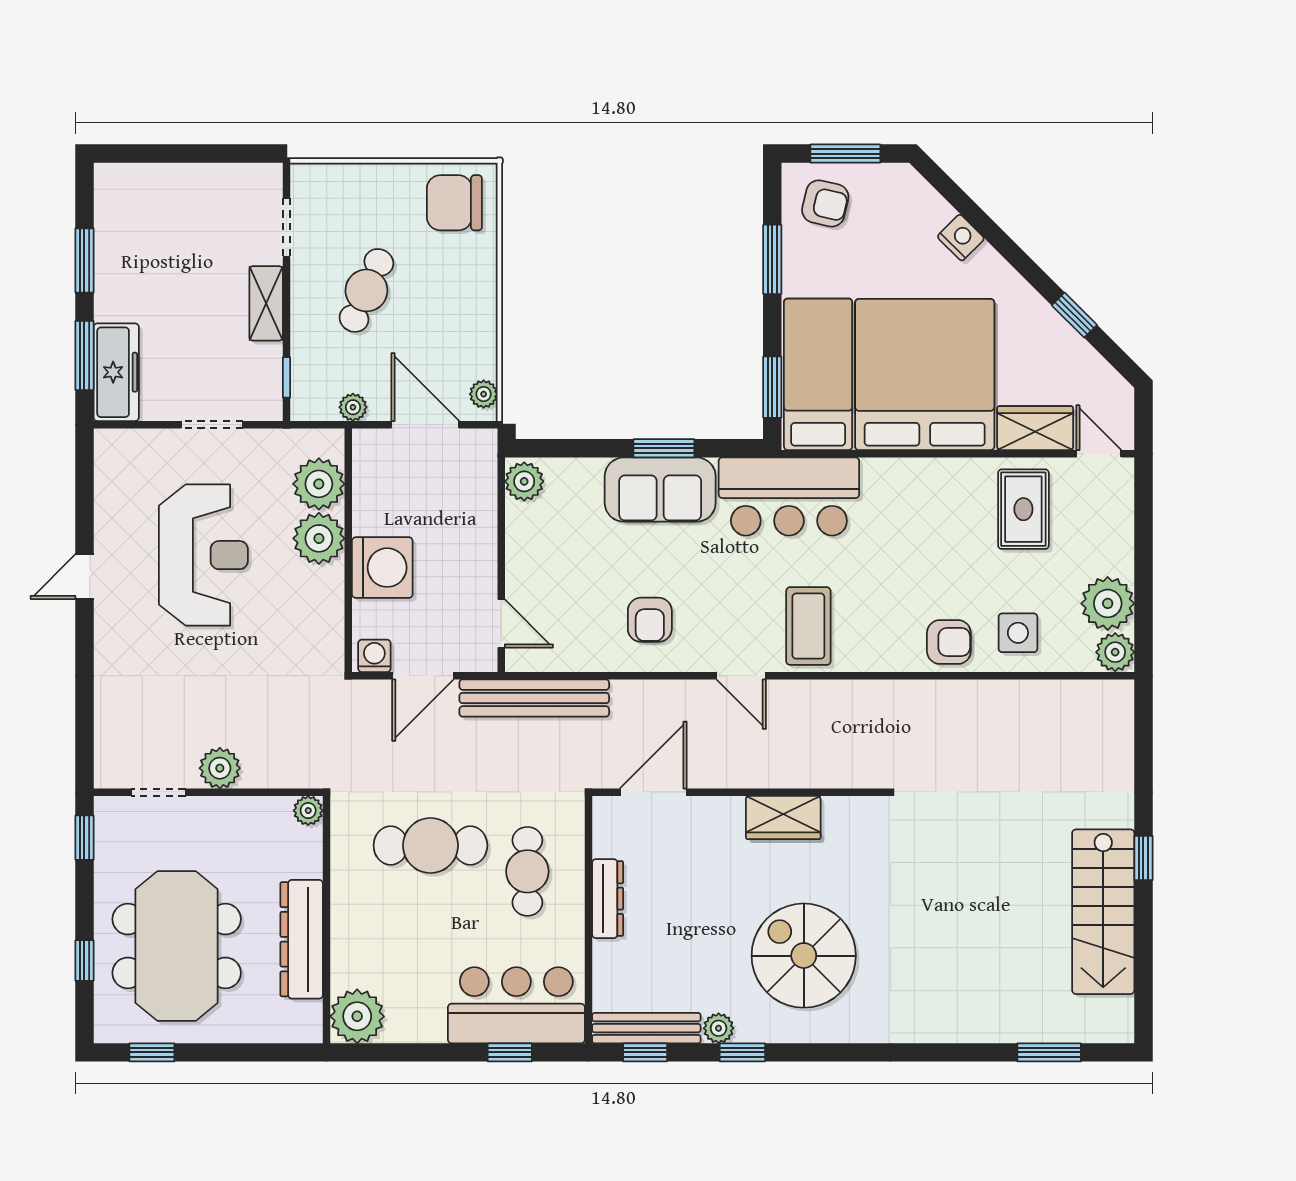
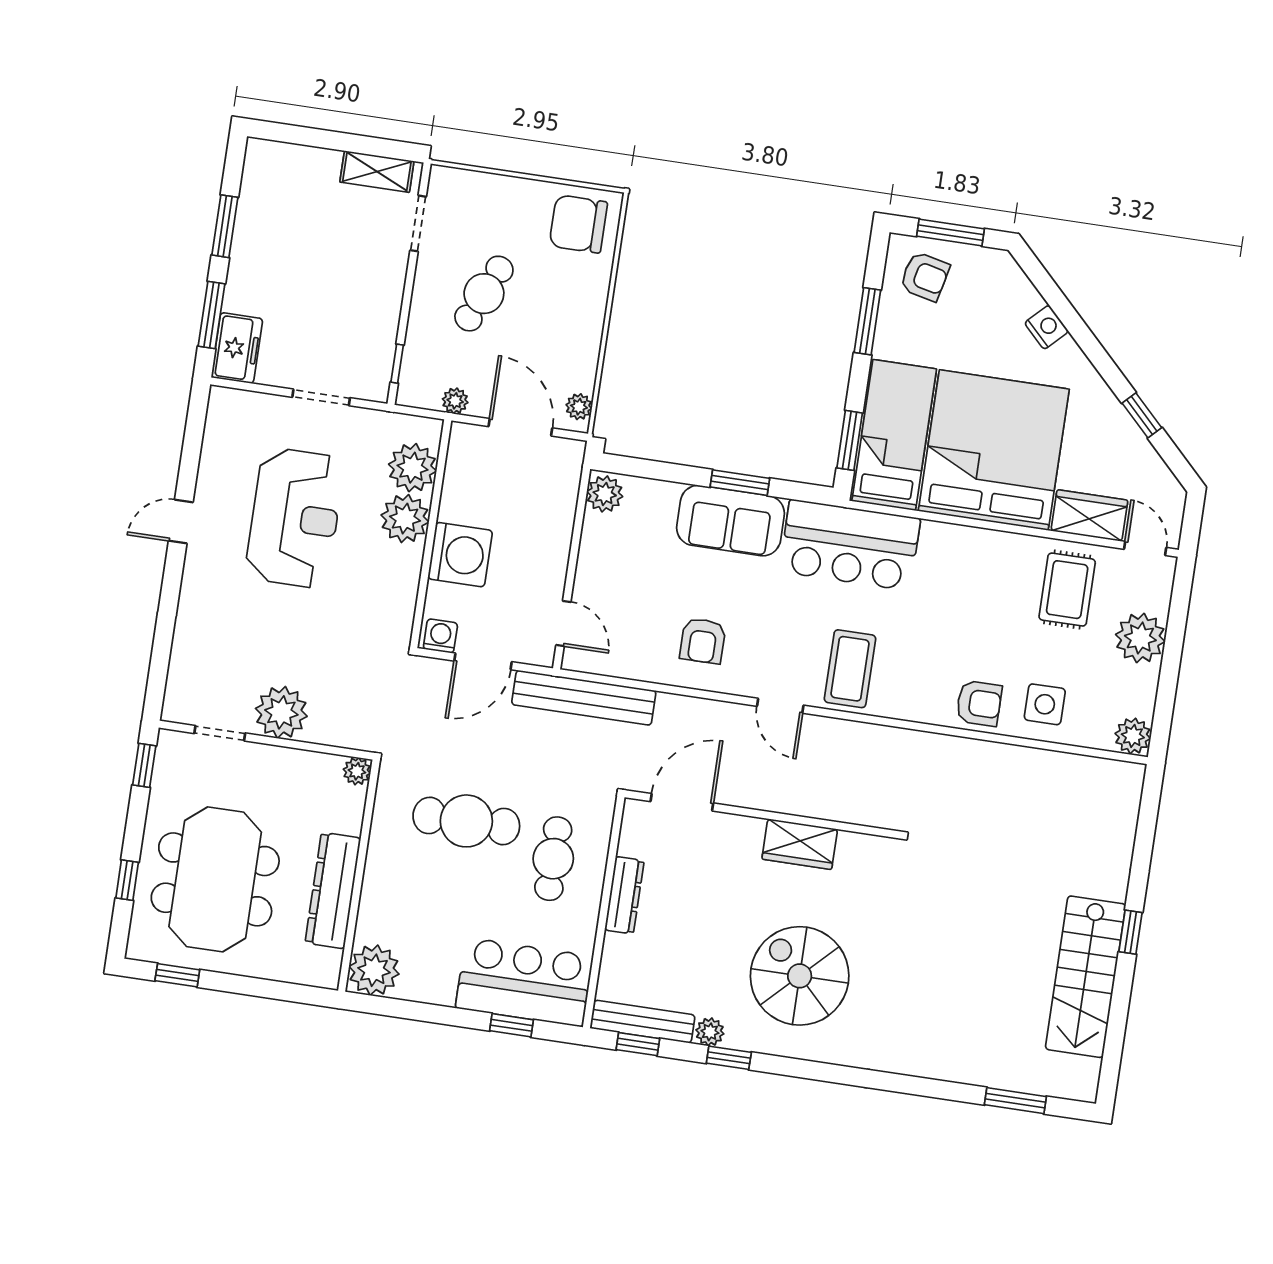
shelving: (266, 303) -> (377, 172), moved, turned 90
freezer: (116, 372) -> (237, 348), width x0.71
plant: (1108, 603) -> (1140, 638), moved
plant: (220, 768) -> (281, 712), width x1.36, depth x1.36

